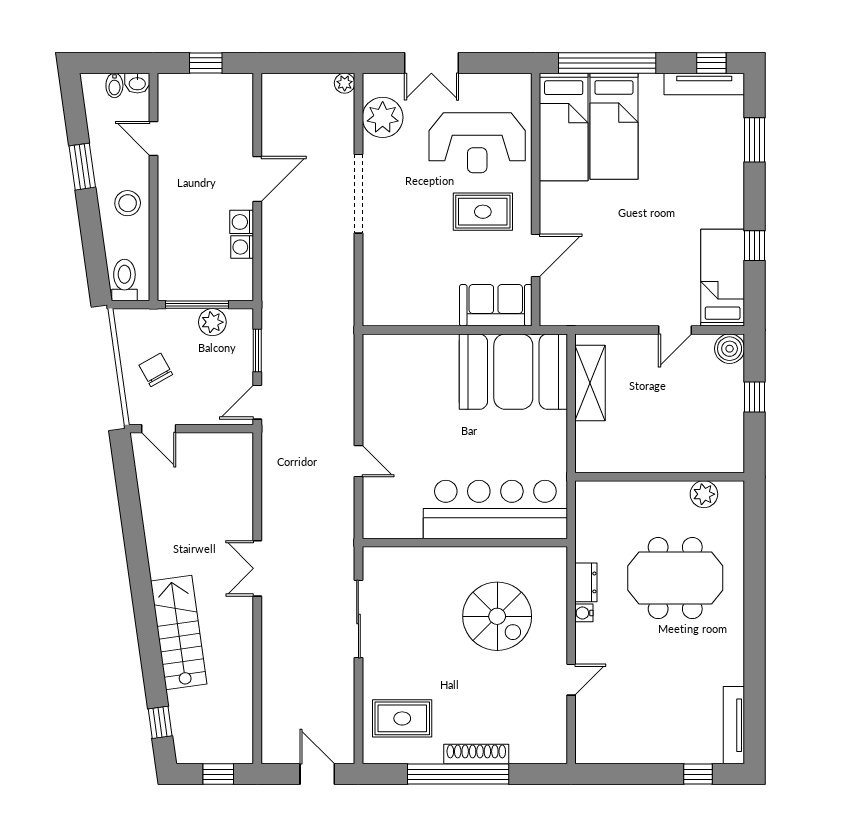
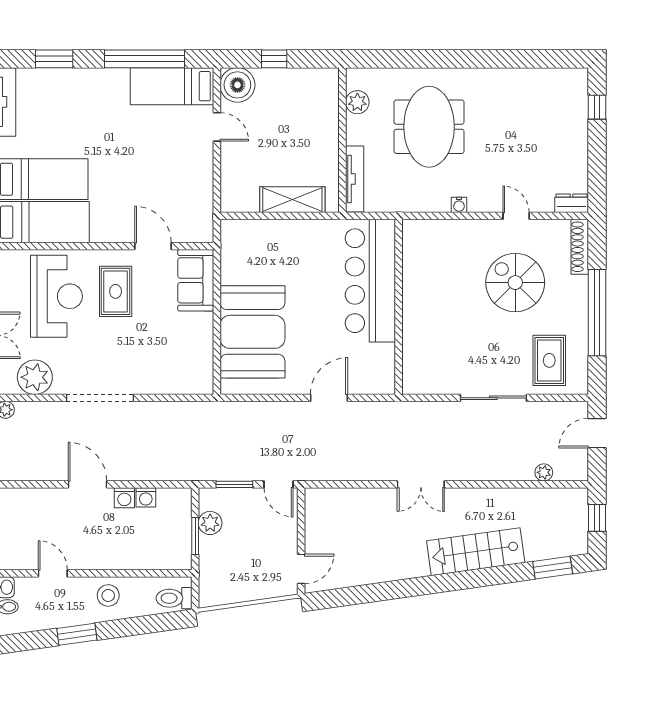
door: (153, 138) -> (53, 573), swing flipped
window: (755, 246) -> (145, 59), width x3.17
window: (197, 305) -> (195, 536), width x0.69
boiler: (730, 349) -> (237, 85), width x1.37, depth x1.37
chair: (156, 370) -> (251, 571), removed
booth: (513, 372) -> (252, 332), moved
shelving: (590, 383) -> (292, 200), moved
door: (358, 461) -> (329, 398), width x1.38
dresser: (586, 582) -> (572, 203), moved
spiral stairs: (497, 616) -> (515, 283), moved, turned -90
sliding door: (358, 619) -> (493, 398), moved
plant: (271, 712) -> (544, 472), added
window: (160, 722) -> (553, 568), width x1.50
tv unit: (734, 725) -> (355, 179), moved, turned -90
shoe rack: (476, 754) -> (580, 247), moved

